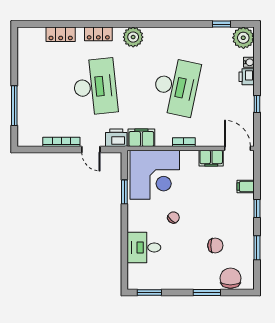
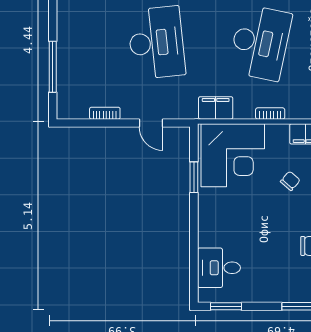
printer: (116, 138) -> (183, 108), removed
bookcase: (61, 142) -> (105, 113), width x0.64
chair: (173, 218) -> (290, 181), moved
desk: (144, 247) -> (219, 268), moved

